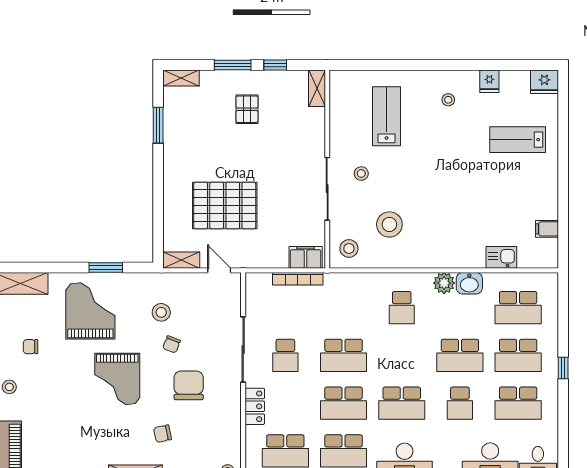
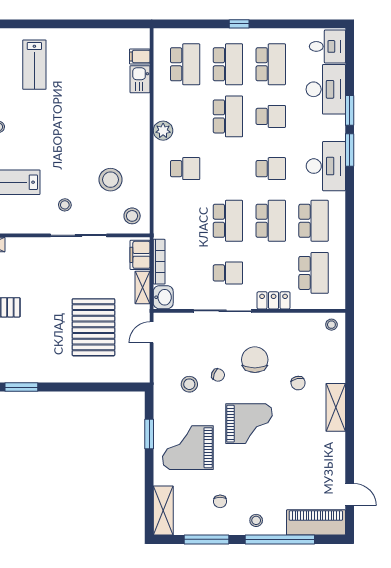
filing cabinet: (547, 229) -> (140, 57), moved, turned 90
shelving: (181, 260) -> (143, 287), moved
washbasin: (469, 283) -> (163, 297), moved
chair: (189, 385) -> (255, 360), turned 90
school desk: (402, 403) -> (271, 169), width x0.54

